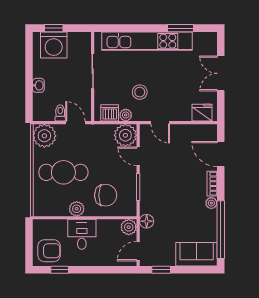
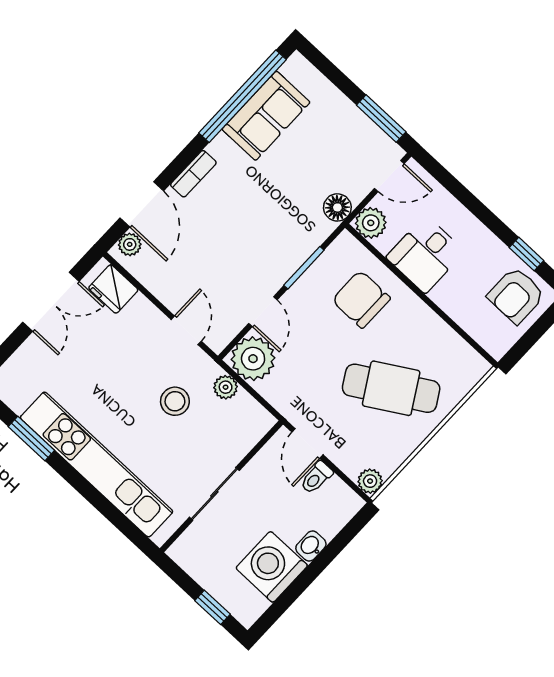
washing machine: (54, 45) -> (272, 567), moved, turned -90
double door: (221, 73) -> (51, 302), moved
dishwasher: (110, 113) -> (246, 412), removed
plant: (44, 136) -> (370, 481), width x0.53, depth x0.53
cafe table: (63, 172) -> (391, 388), turned -31
plant: (211, 203) -> (130, 244), moved
plant: (77, 209) -> (421, 319), removed
desk: (82, 234) -> (425, 254), moved
armchair: (49, 251) -> (516, 295), turned -90
sofa: (197, 254) -> (266, 116), moved, turned -90
window: (161, 270) -> (381, 119), width x1.50

